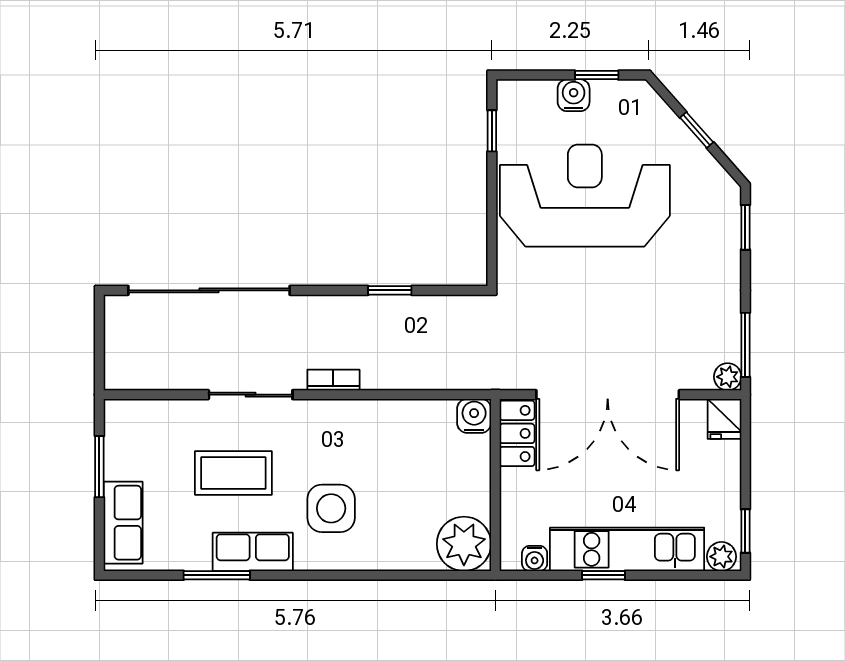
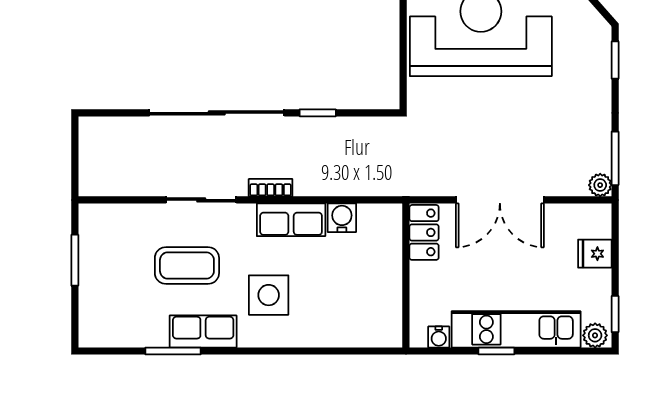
sliding door: (209, 290) -> (217, 113), moved
double door: (608, 395) -> (500, 200), width x0.73
water cooler: (474, 416) -> (342, 218), moved
fridge: (724, 419) -> (595, 254), moved, turned 90
row of seats: (123, 523) -> (291, 220), moved, turned 90
plant: (464, 544) -> (380, 325), removed

